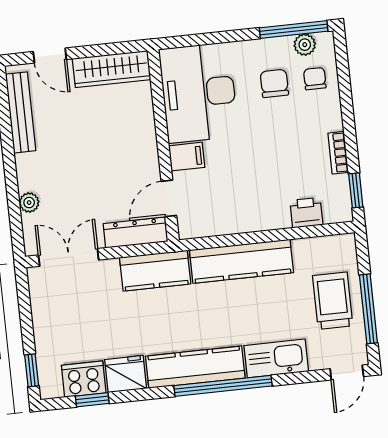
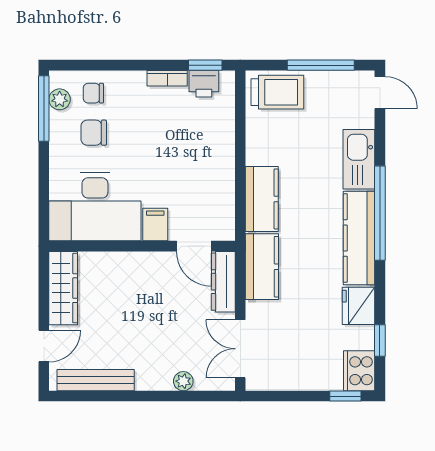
printer: (306, 213) -> (204, 84), moved, turned -90
kitchen counter: (241, 261) -> (262, 199), width x0.67
trolley: (333, 301) -> (277, 92), moved, turned 180
cooker: (84, 379) -> (359, 371), moved

